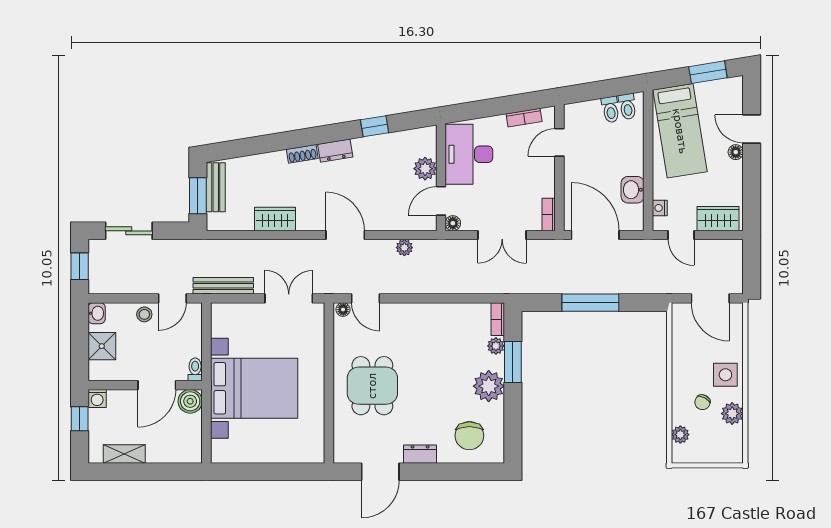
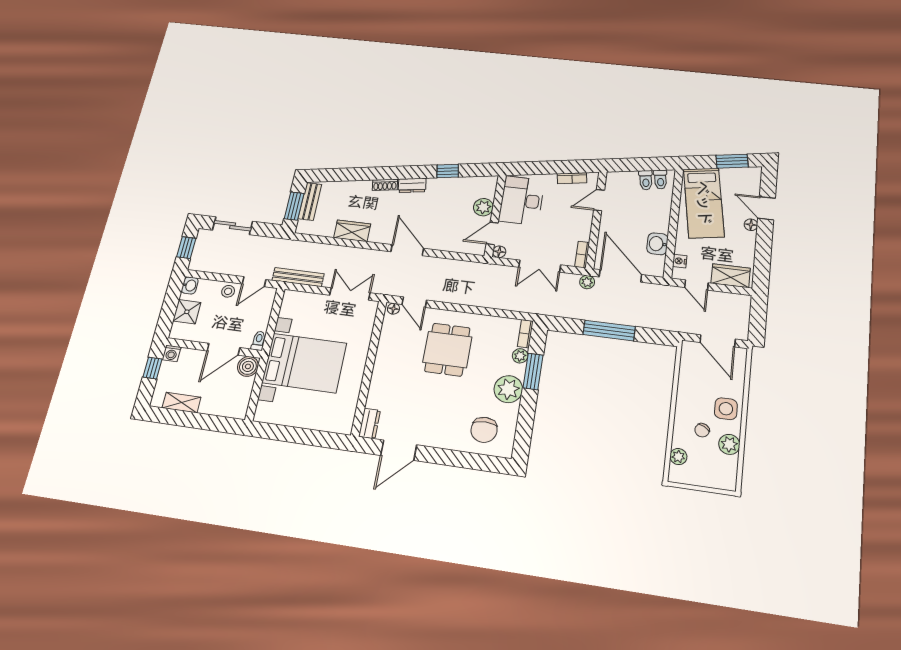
plant: (404, 248) -> (587, 282), moved
dining table: (372, 386) -> (447, 350), moved
dresser: (420, 454) -> (370, 423), moved, turned 90

